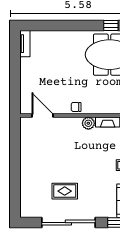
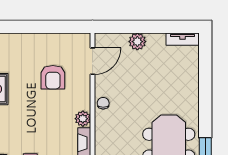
plant: (27, 80) -> (137, 42), added
armchair: (55, 147) -> (53, 77), added

